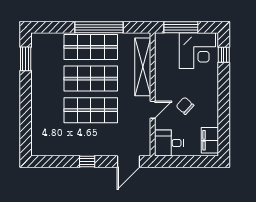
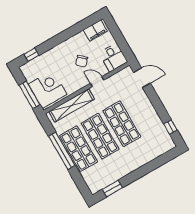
corner desk: (197, 51) -> (48, 89), moved
window: (87, 162) -> (170, 127), moved

